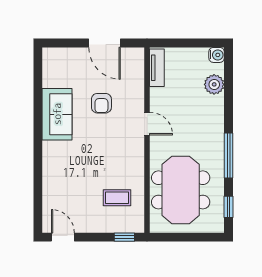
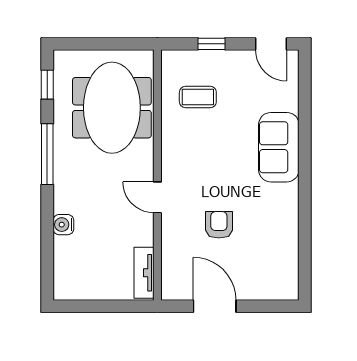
water cooler: (217, 55) -> (63, 225), moved
plant: (214, 84) -> (67, 250), removed
sofa: (57, 114) -> (279, 147), moved
window: (124, 237) -> (211, 44), moved

